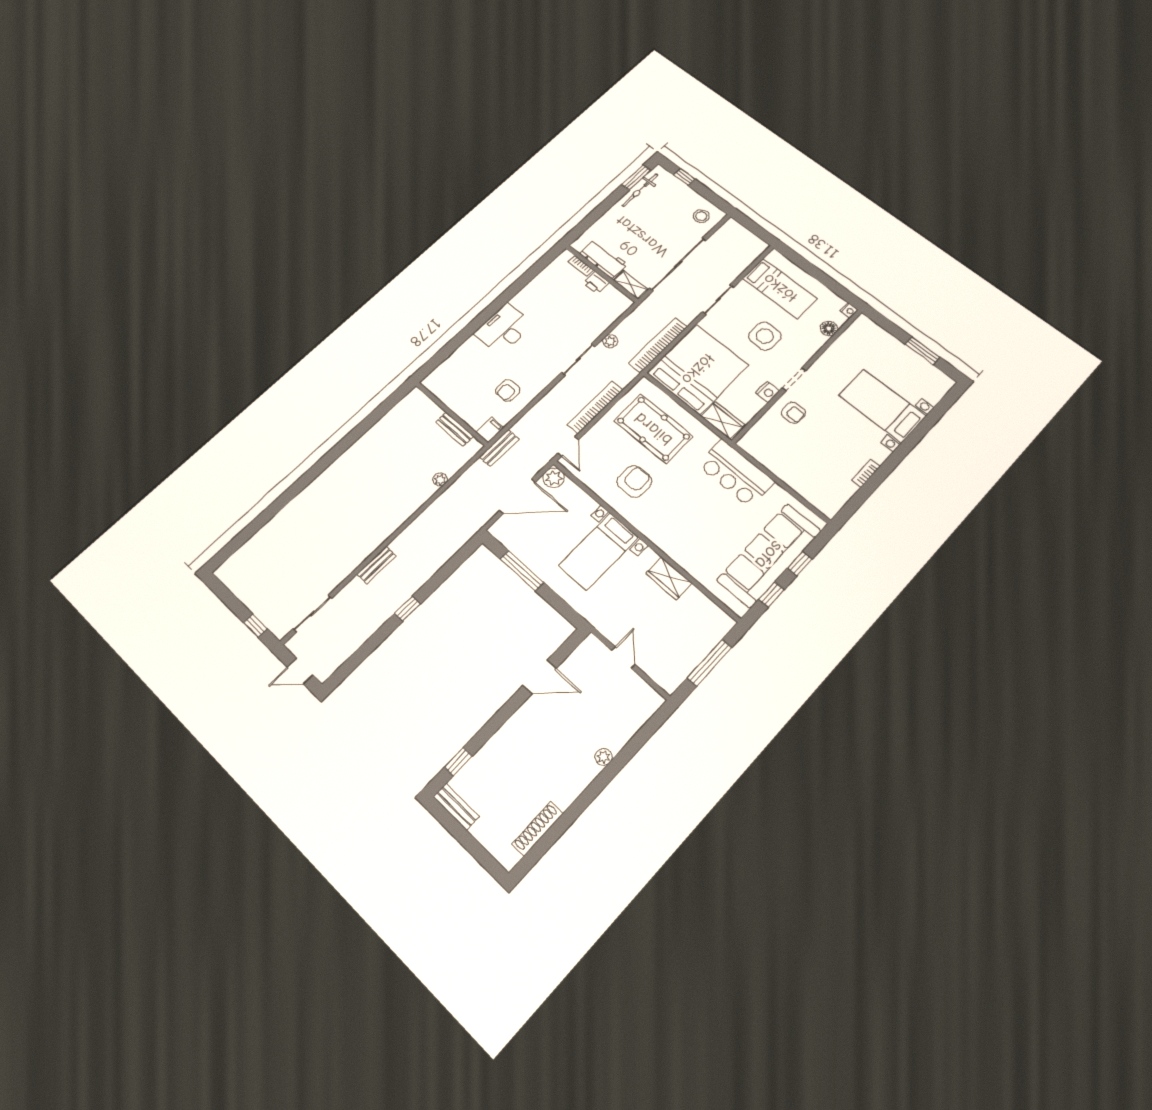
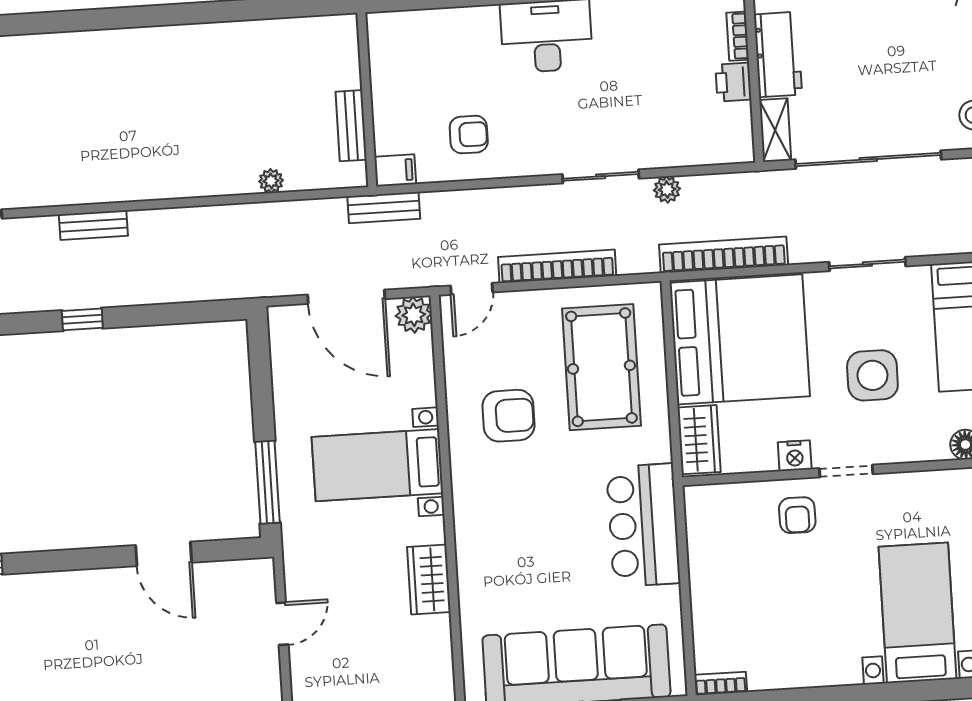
armchair: (508, 390) -> (469, 135), turned 180
bookcase: (866, 473) -> (721, 683), moved
window: (522, 571) -> (267, 482), moved

